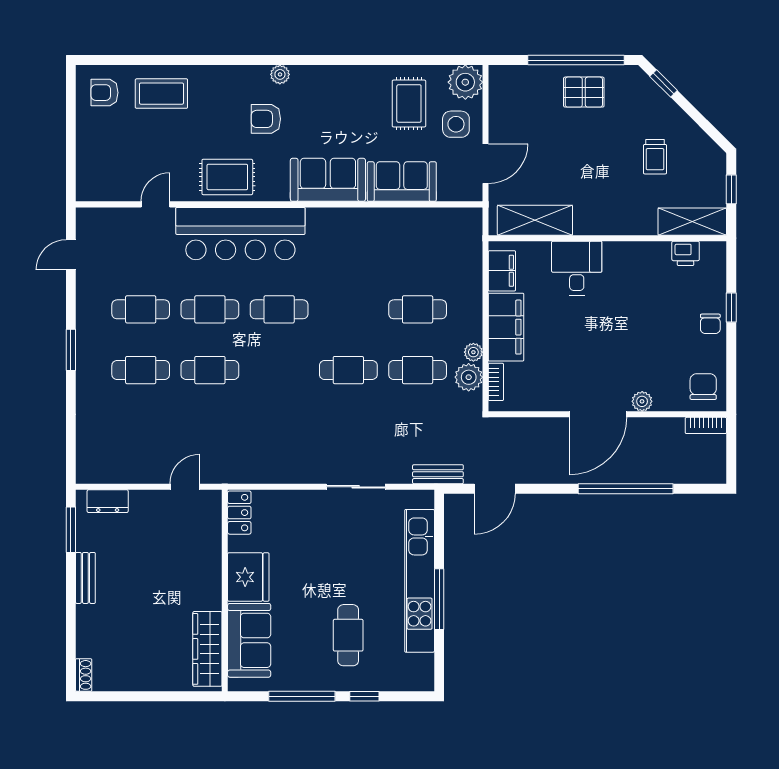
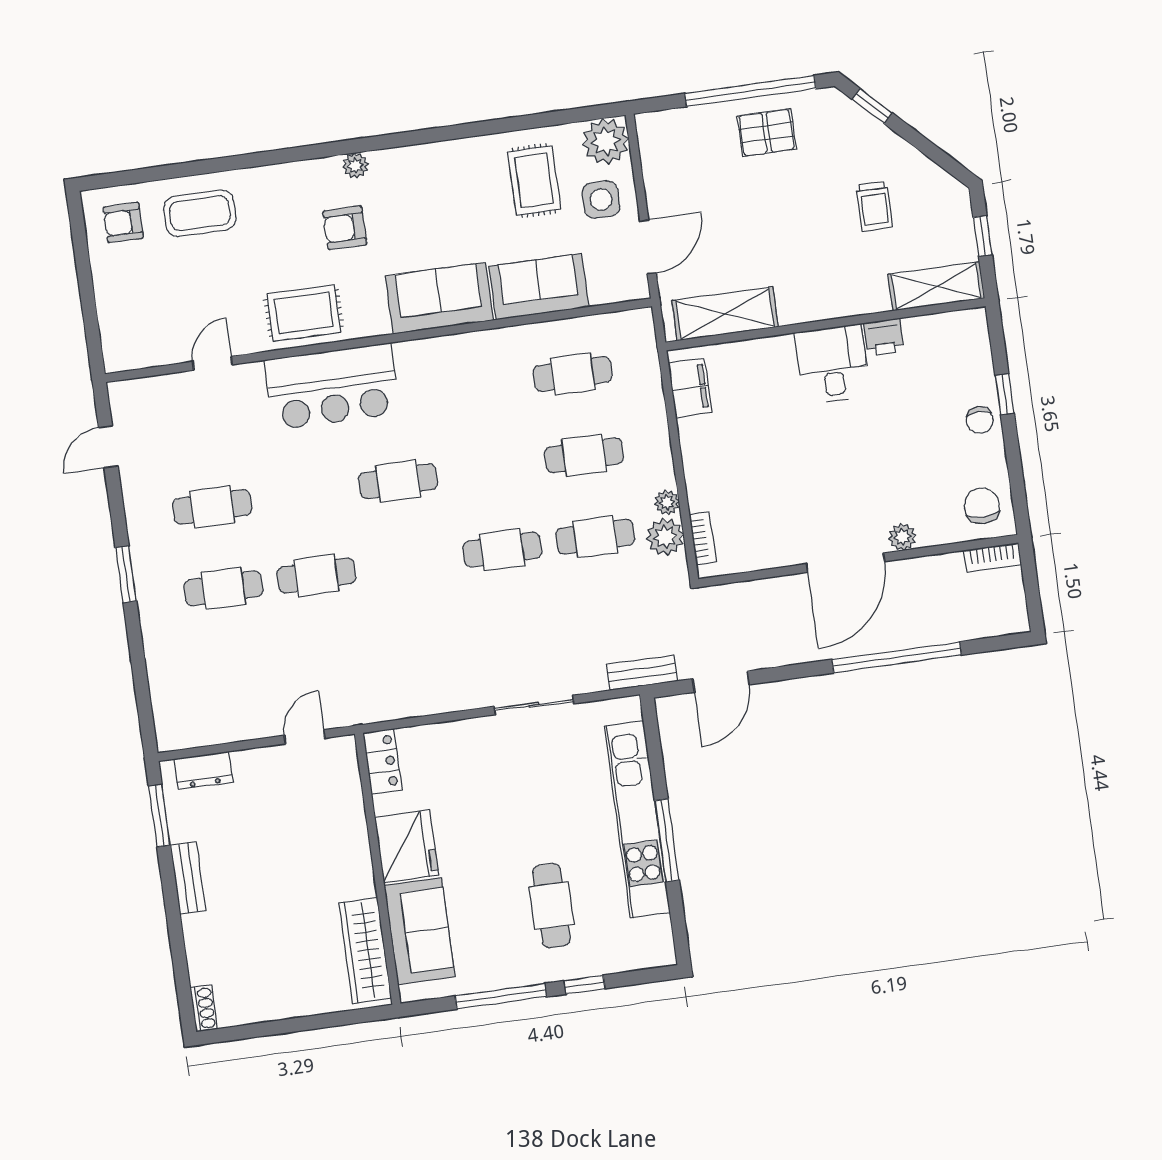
bar counter: (240, 234) -> (332, 387), width x0.73
printer: (686, 253) -> (884, 337), moved
desk: (577, 268) -> (832, 364), moved
cafe table: (210, 309) -> (573, 374), moved
filing cabinet: (506, 327) -> (706, 463), removed

